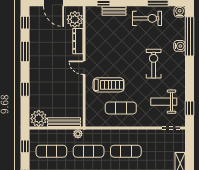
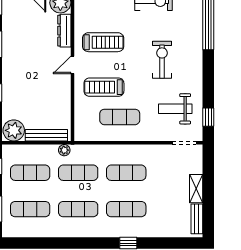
water cooler: (179, 46) -> (195, 37), removed
treadmill: (108, 50) -> (103, 42), added
door: (84, 68) -> (72, 65), hinge flipped
treadmill: (109, 85) -> (104, 87), turned 180

